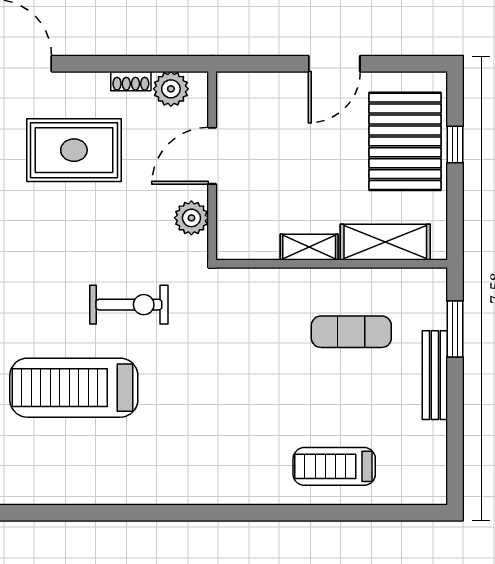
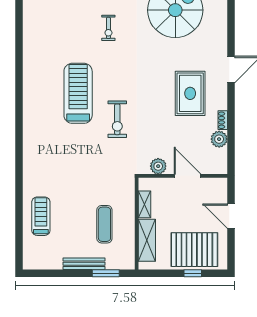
door: (212, 156) -> (188, 176), moved
wall: (212, 166) -> (183, 176), moved
plant: (191, 218) -> (158, 166), moved

